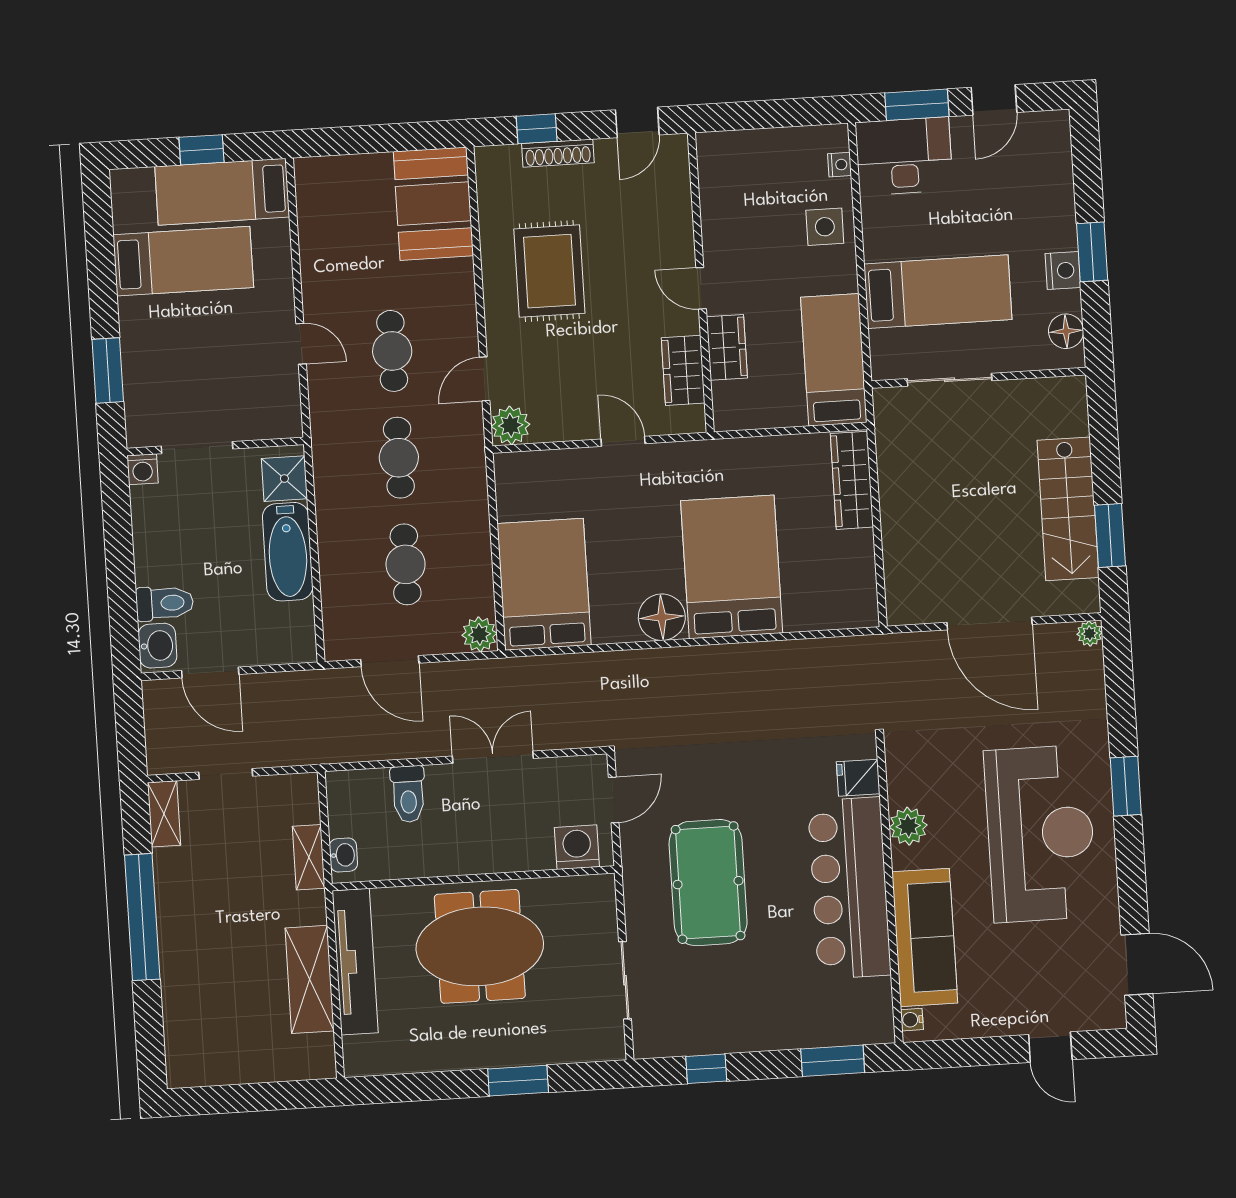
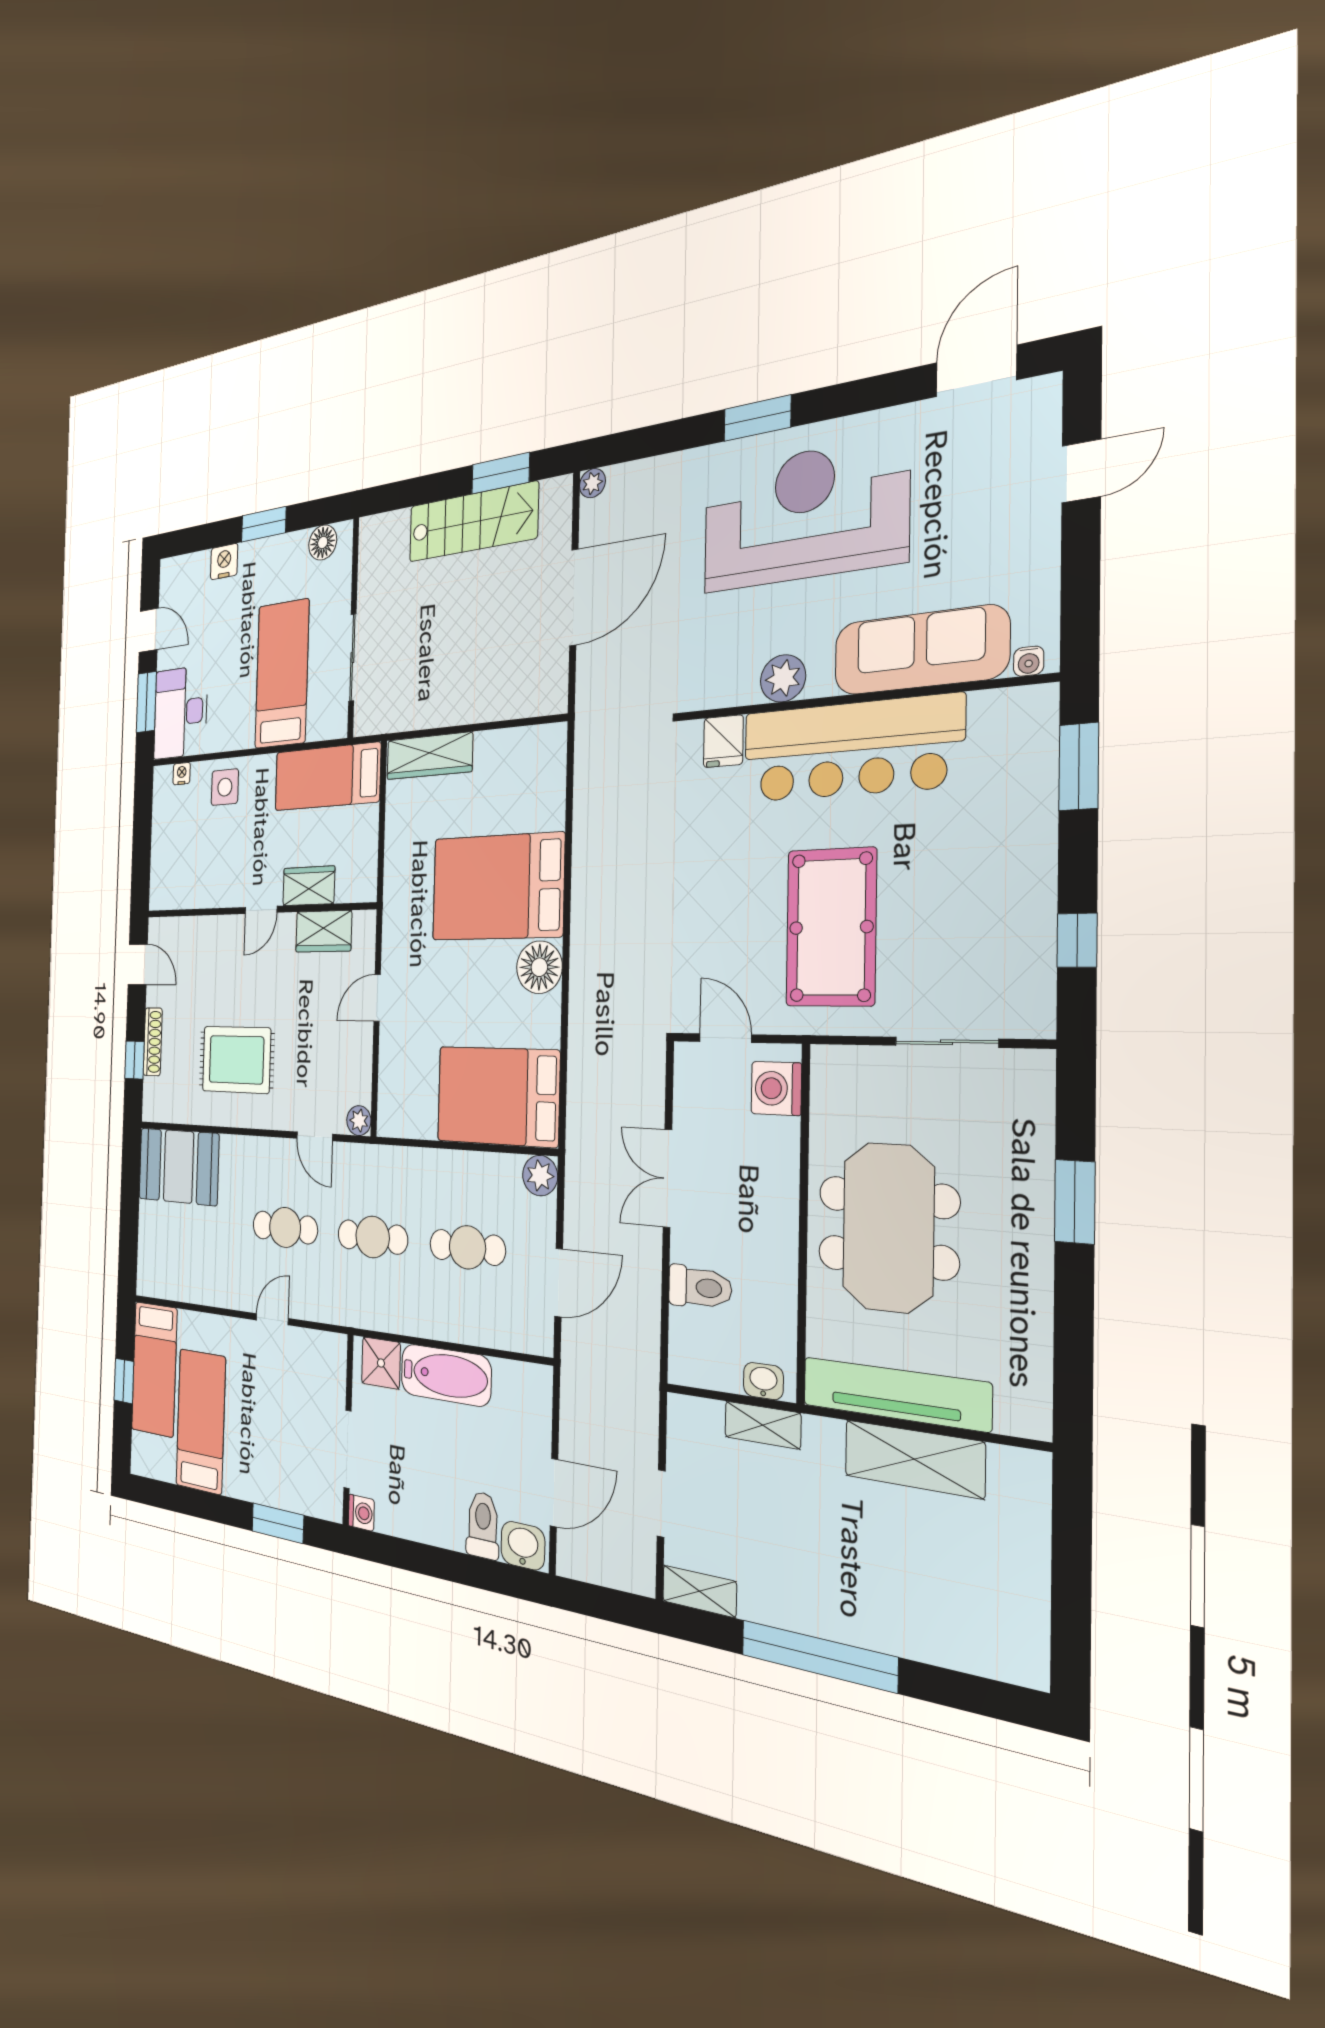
nightstand: (1063, 271) -> (224, 562), moved
plant: (511, 425) -> (359, 1121), width x0.73, depth x0.73
pool table: (708, 883) -> (831, 927), turned 90

